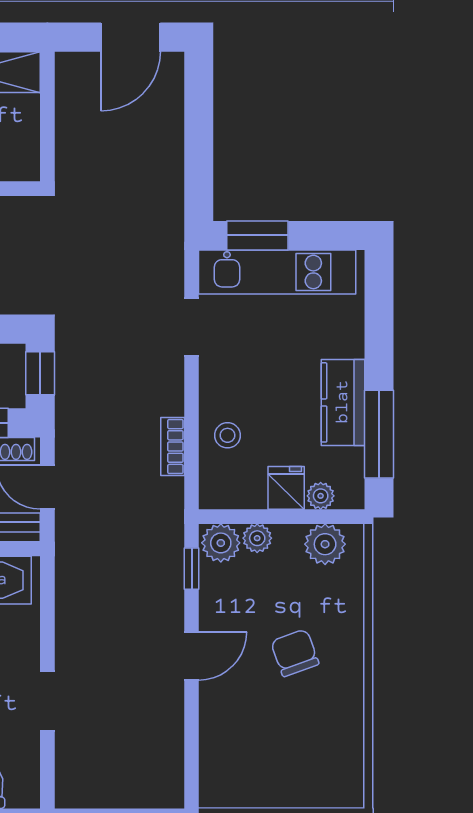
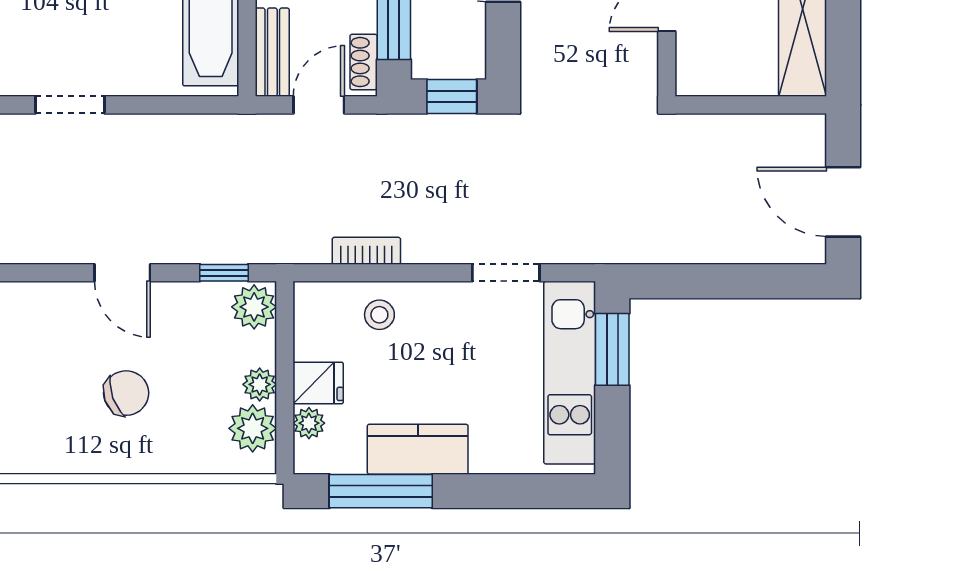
plant: (257, 538) -> (260, 384), moved

